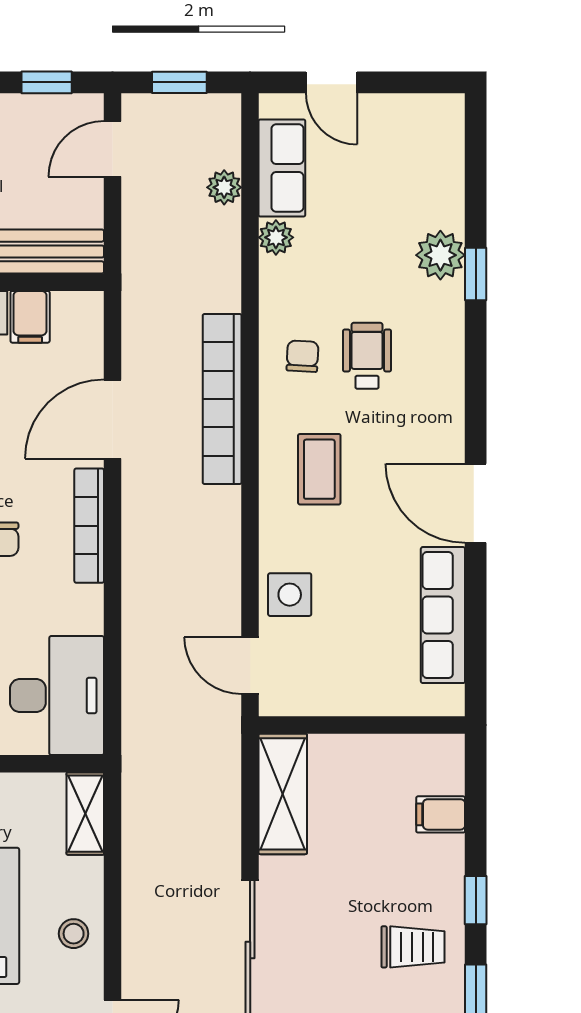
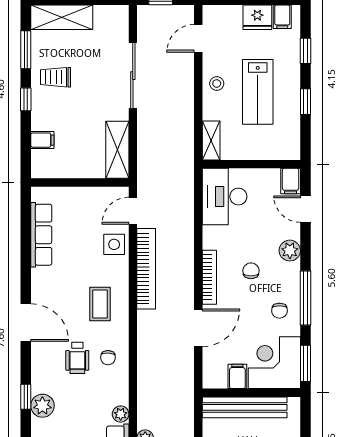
bookcase: (222, 399) -> (146, 269), moved
door: (476, 503) -> (26, 323), moved
door: (250, 666) -> (133, 211), swing flipped

